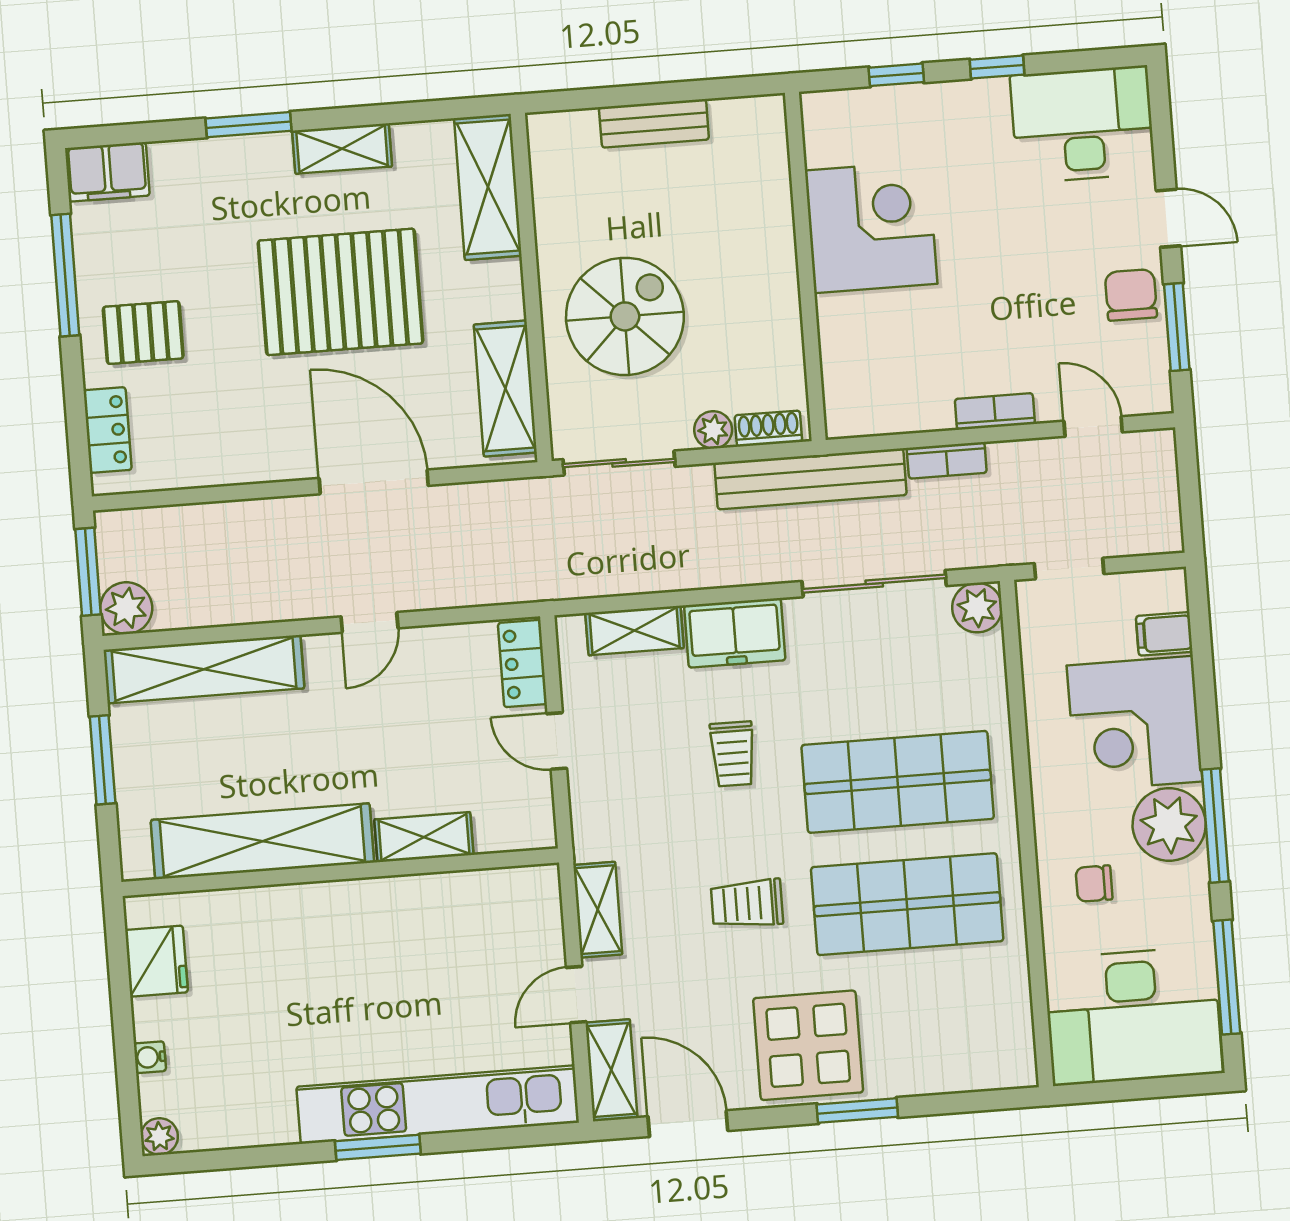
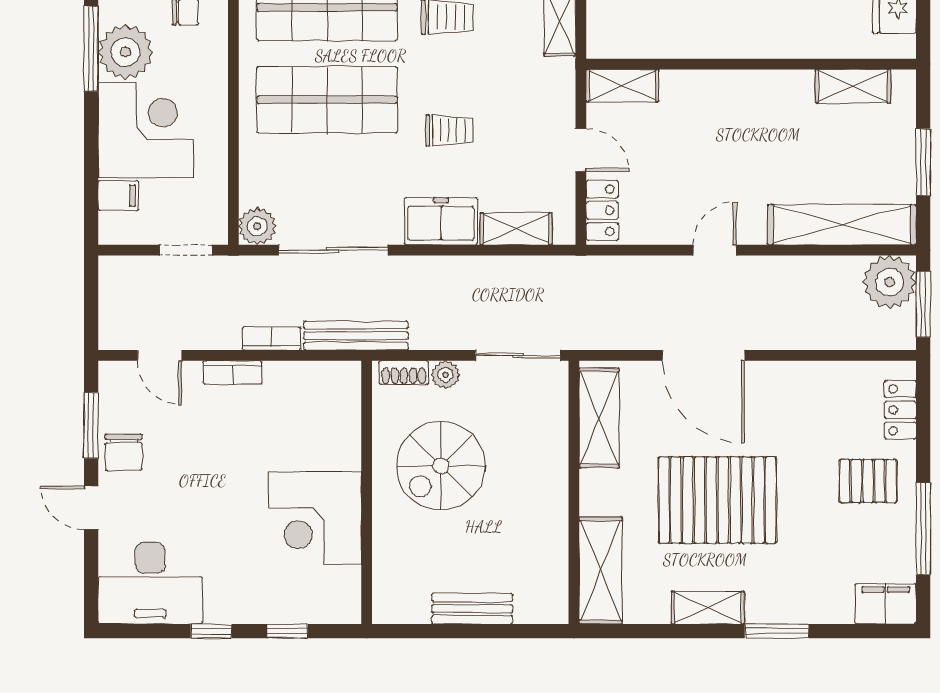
spiral stairs: (625, 316) -> (441, 466), moved
bench: (810, 479) -> (356, 336), width x0.73, depth x0.82
plant: (126, 608) -> (890, 282), width x1.36, depth x1.36
trolley: (733, 754) -> (449, 130), turned 90
shelving: (424, 837) -> (622, 86), moved
shelving: (262, 841) -> (853, 86), width x0.45, depth x0.75

